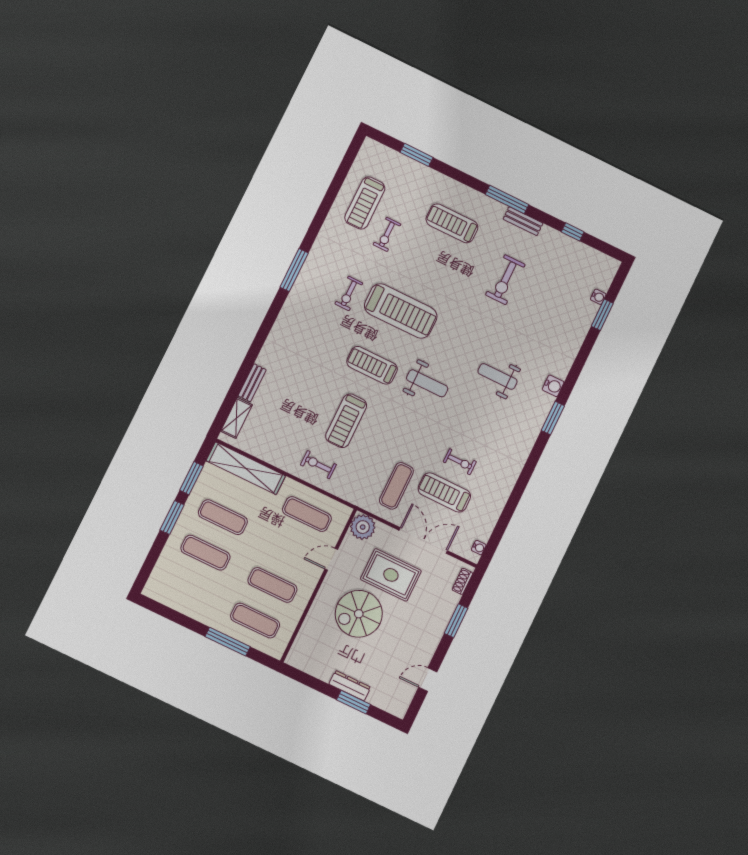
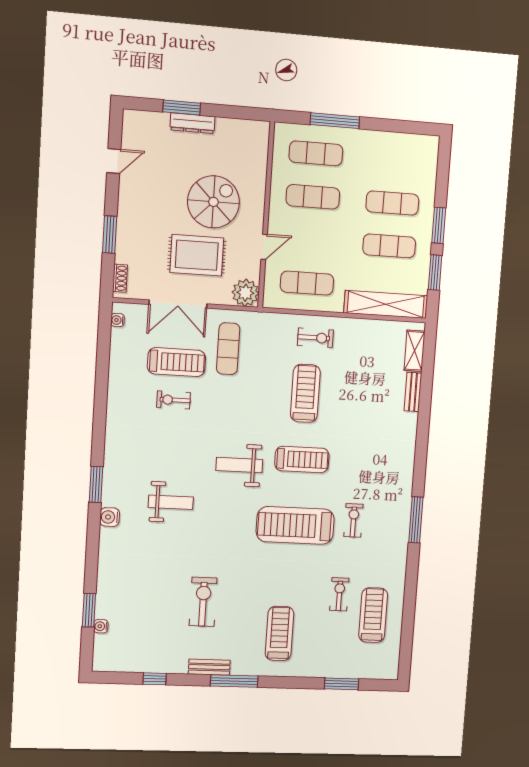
treadmill: (452, 223) -> (279, 633), turned -90

